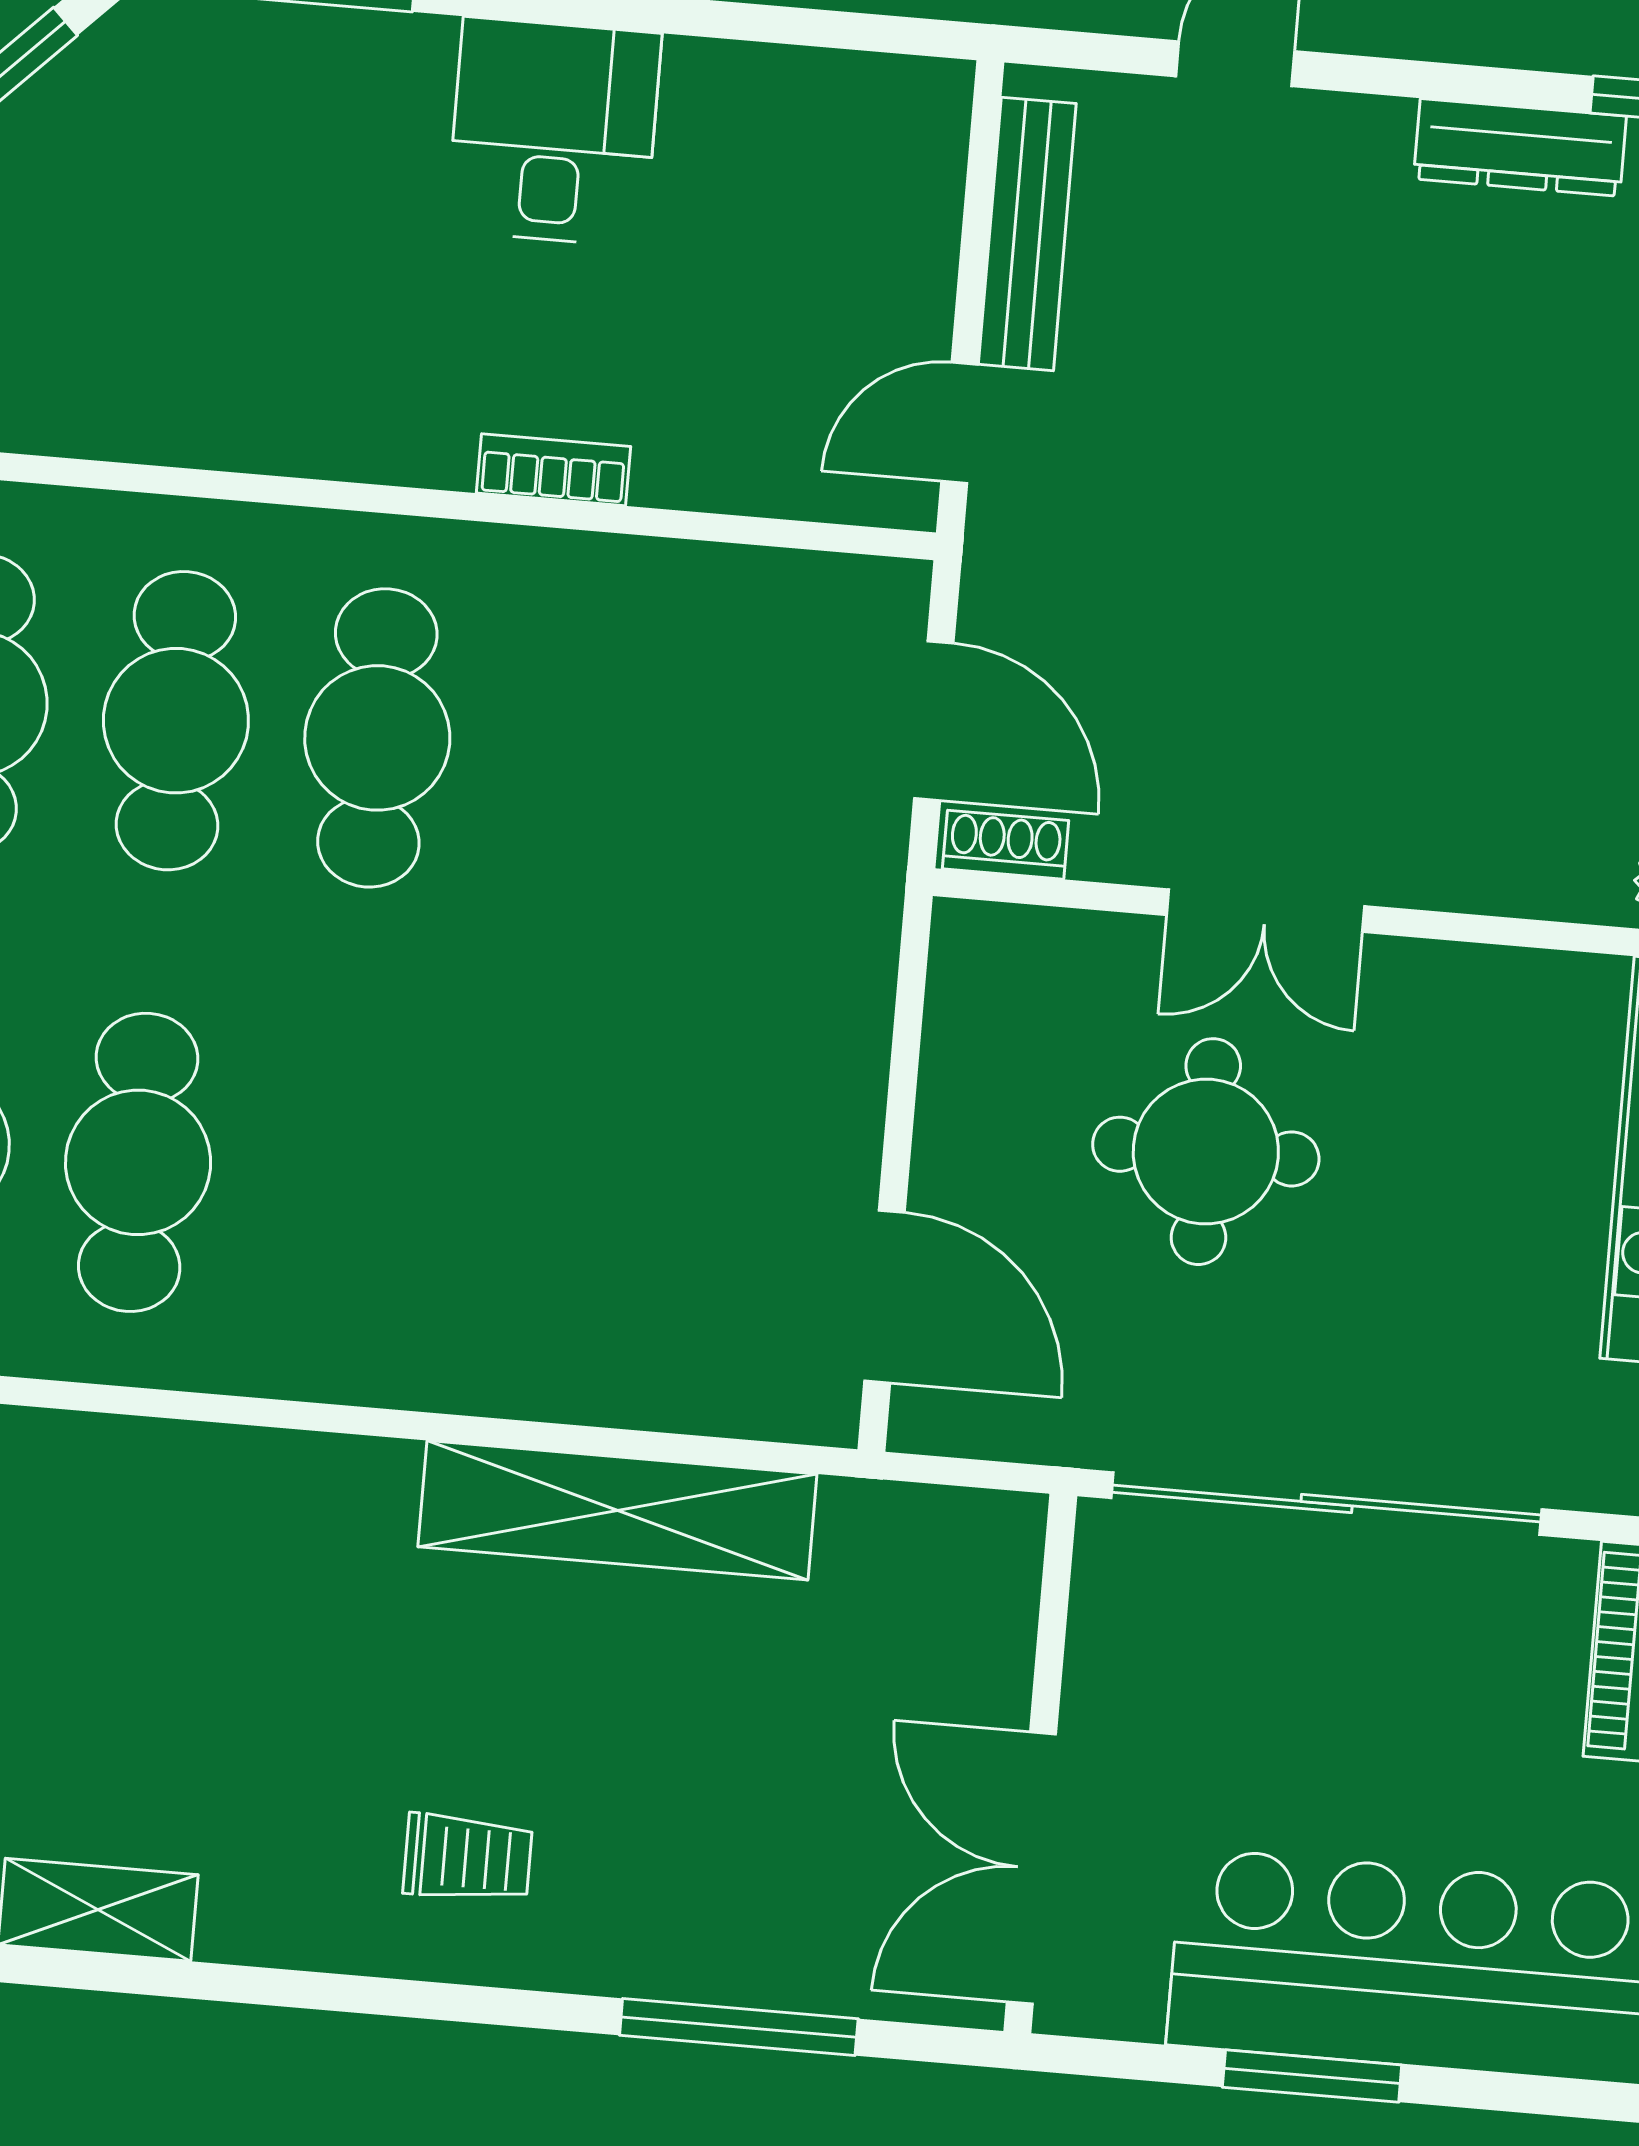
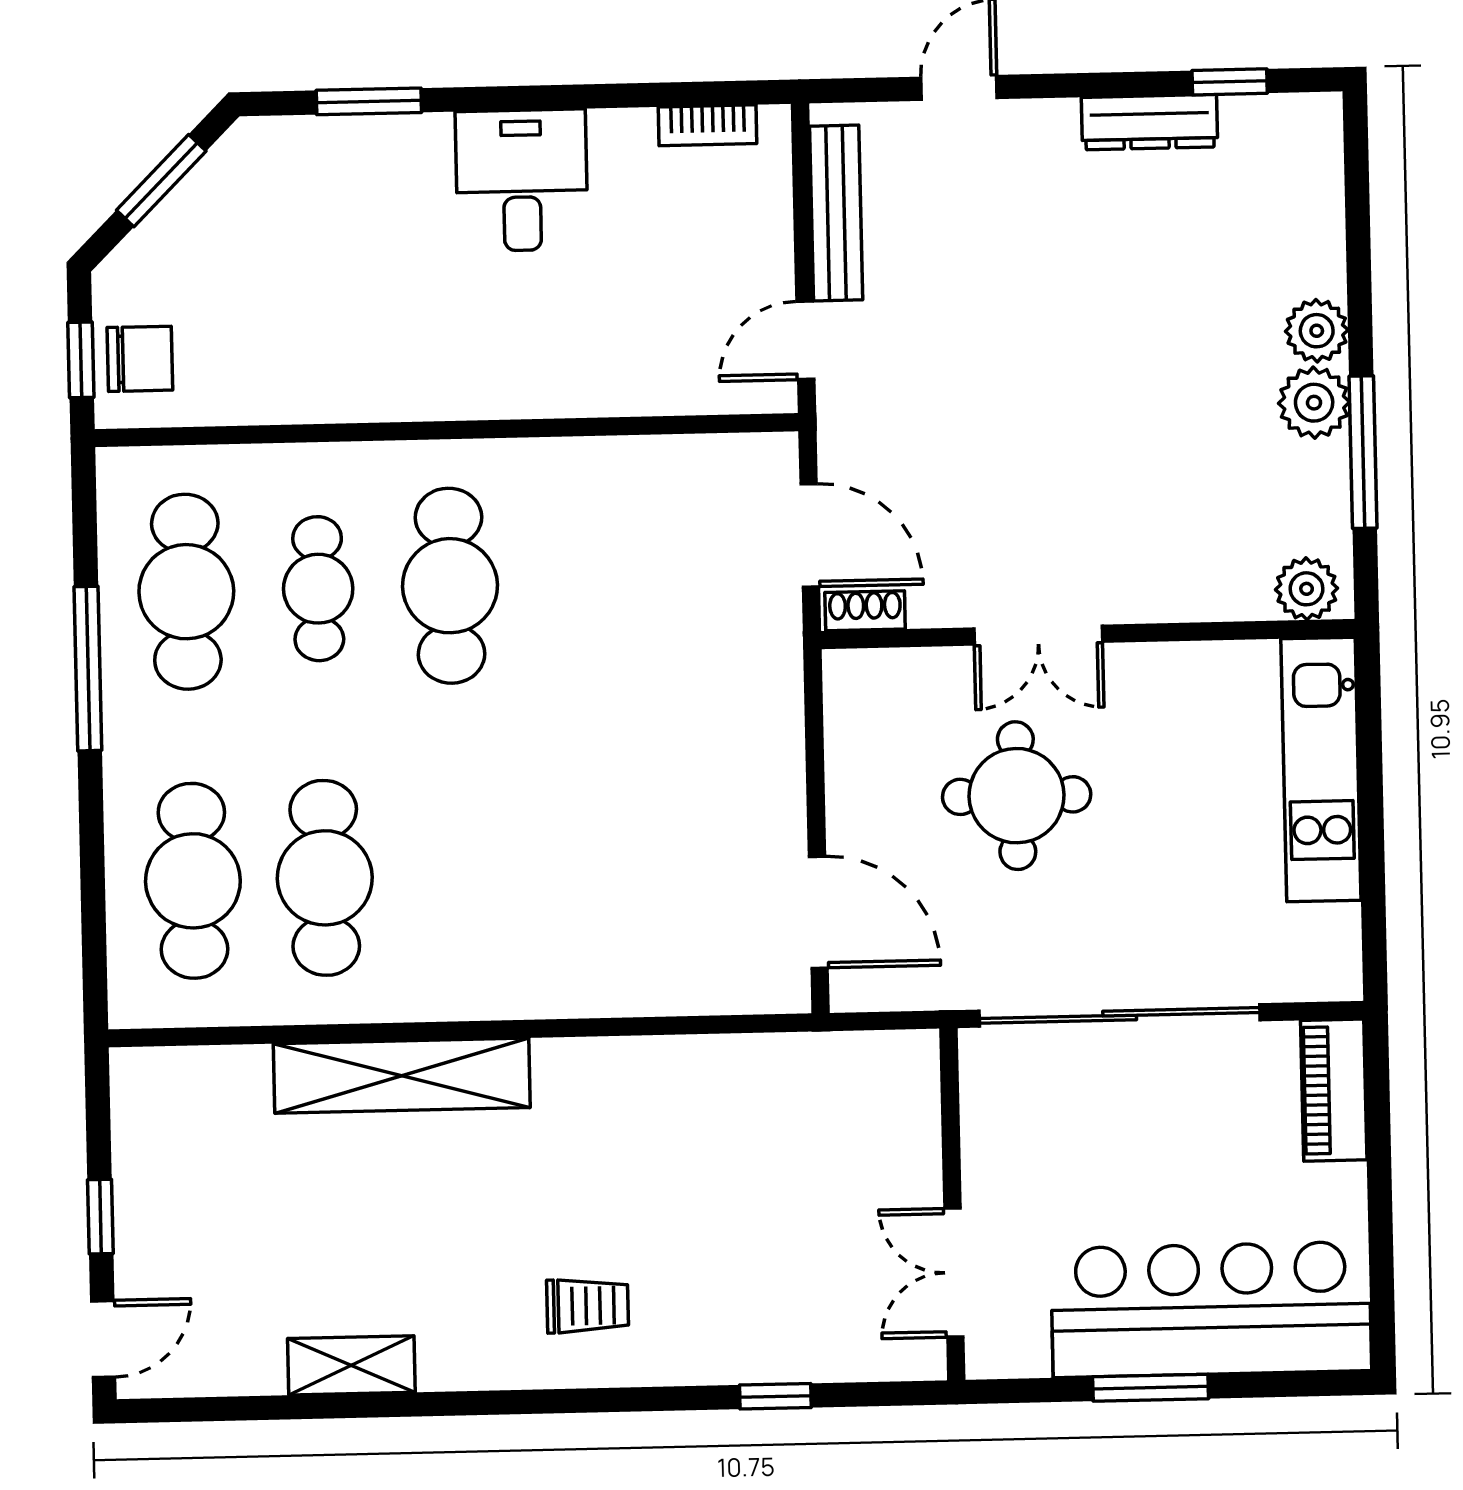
bookcase: (553, 470) -> (708, 125), moved, turned 180
cafe table: (176, 721) -> (318, 589), width x0.73, depth x0.74
shelving: (617, 1510) -> (402, 1076), moved
double door: (1031, 1868) -> (954, 1273), width x0.73
window: (739, 2027) -> (775, 1396), width x0.46

